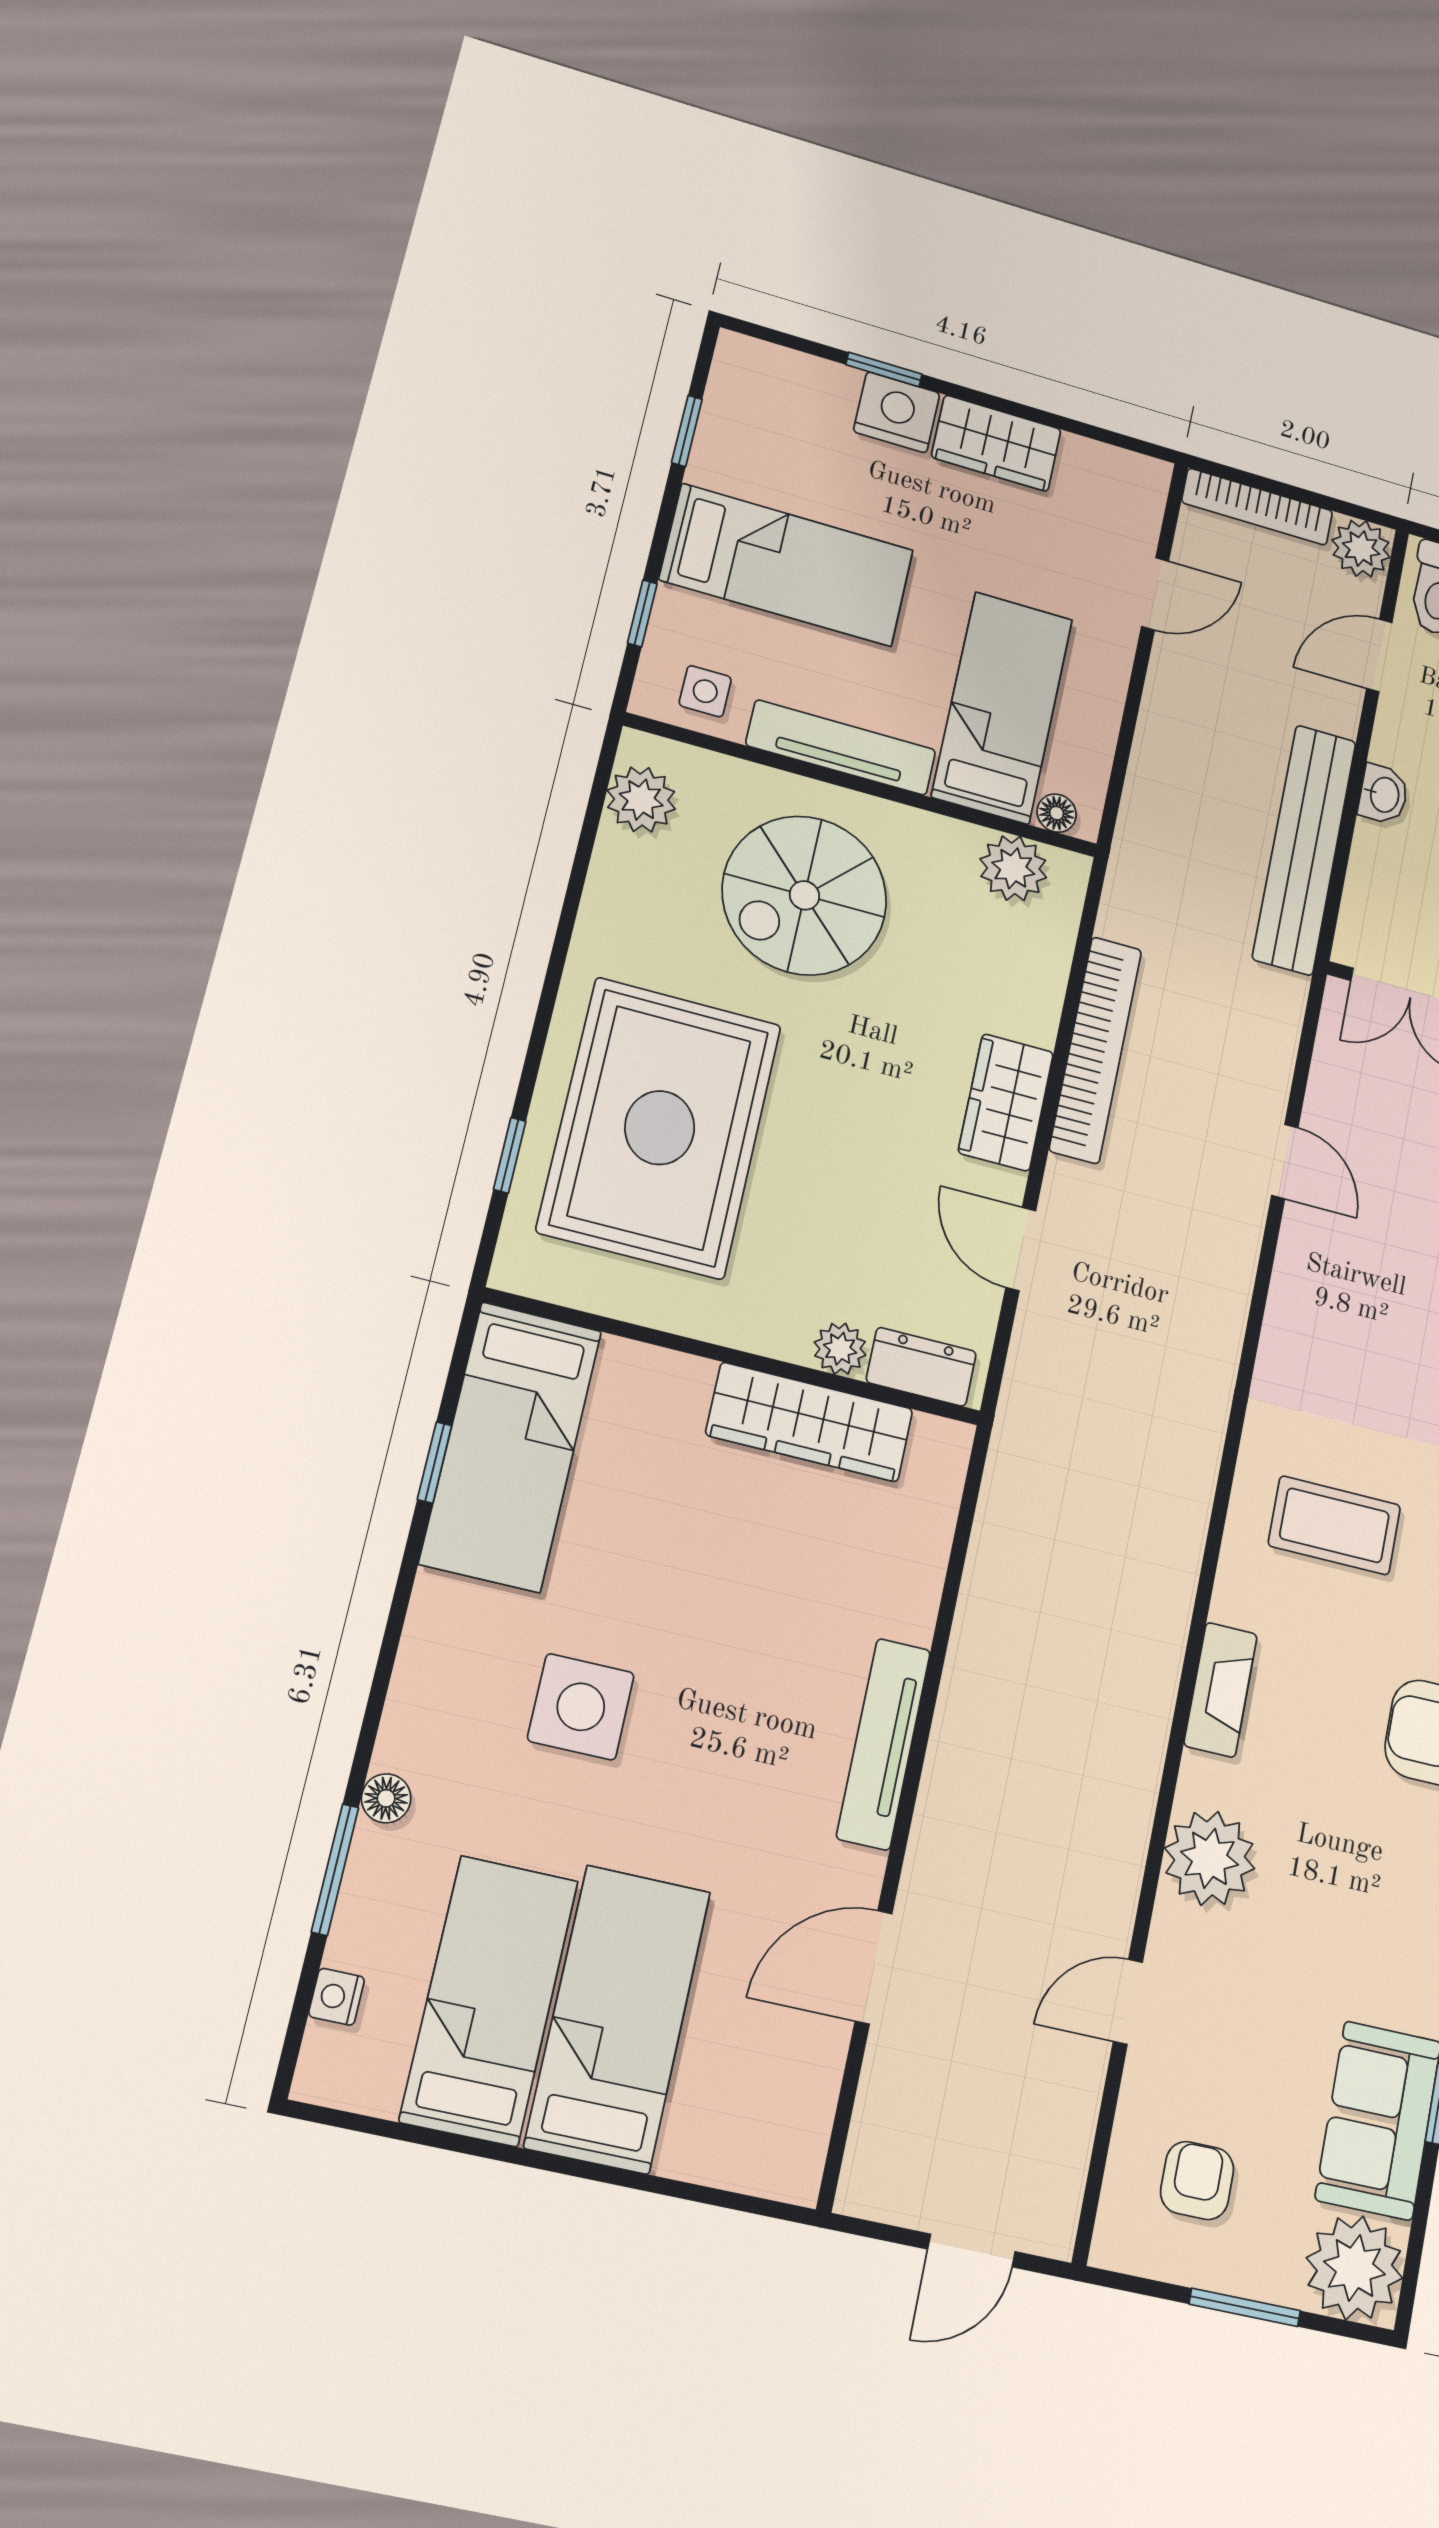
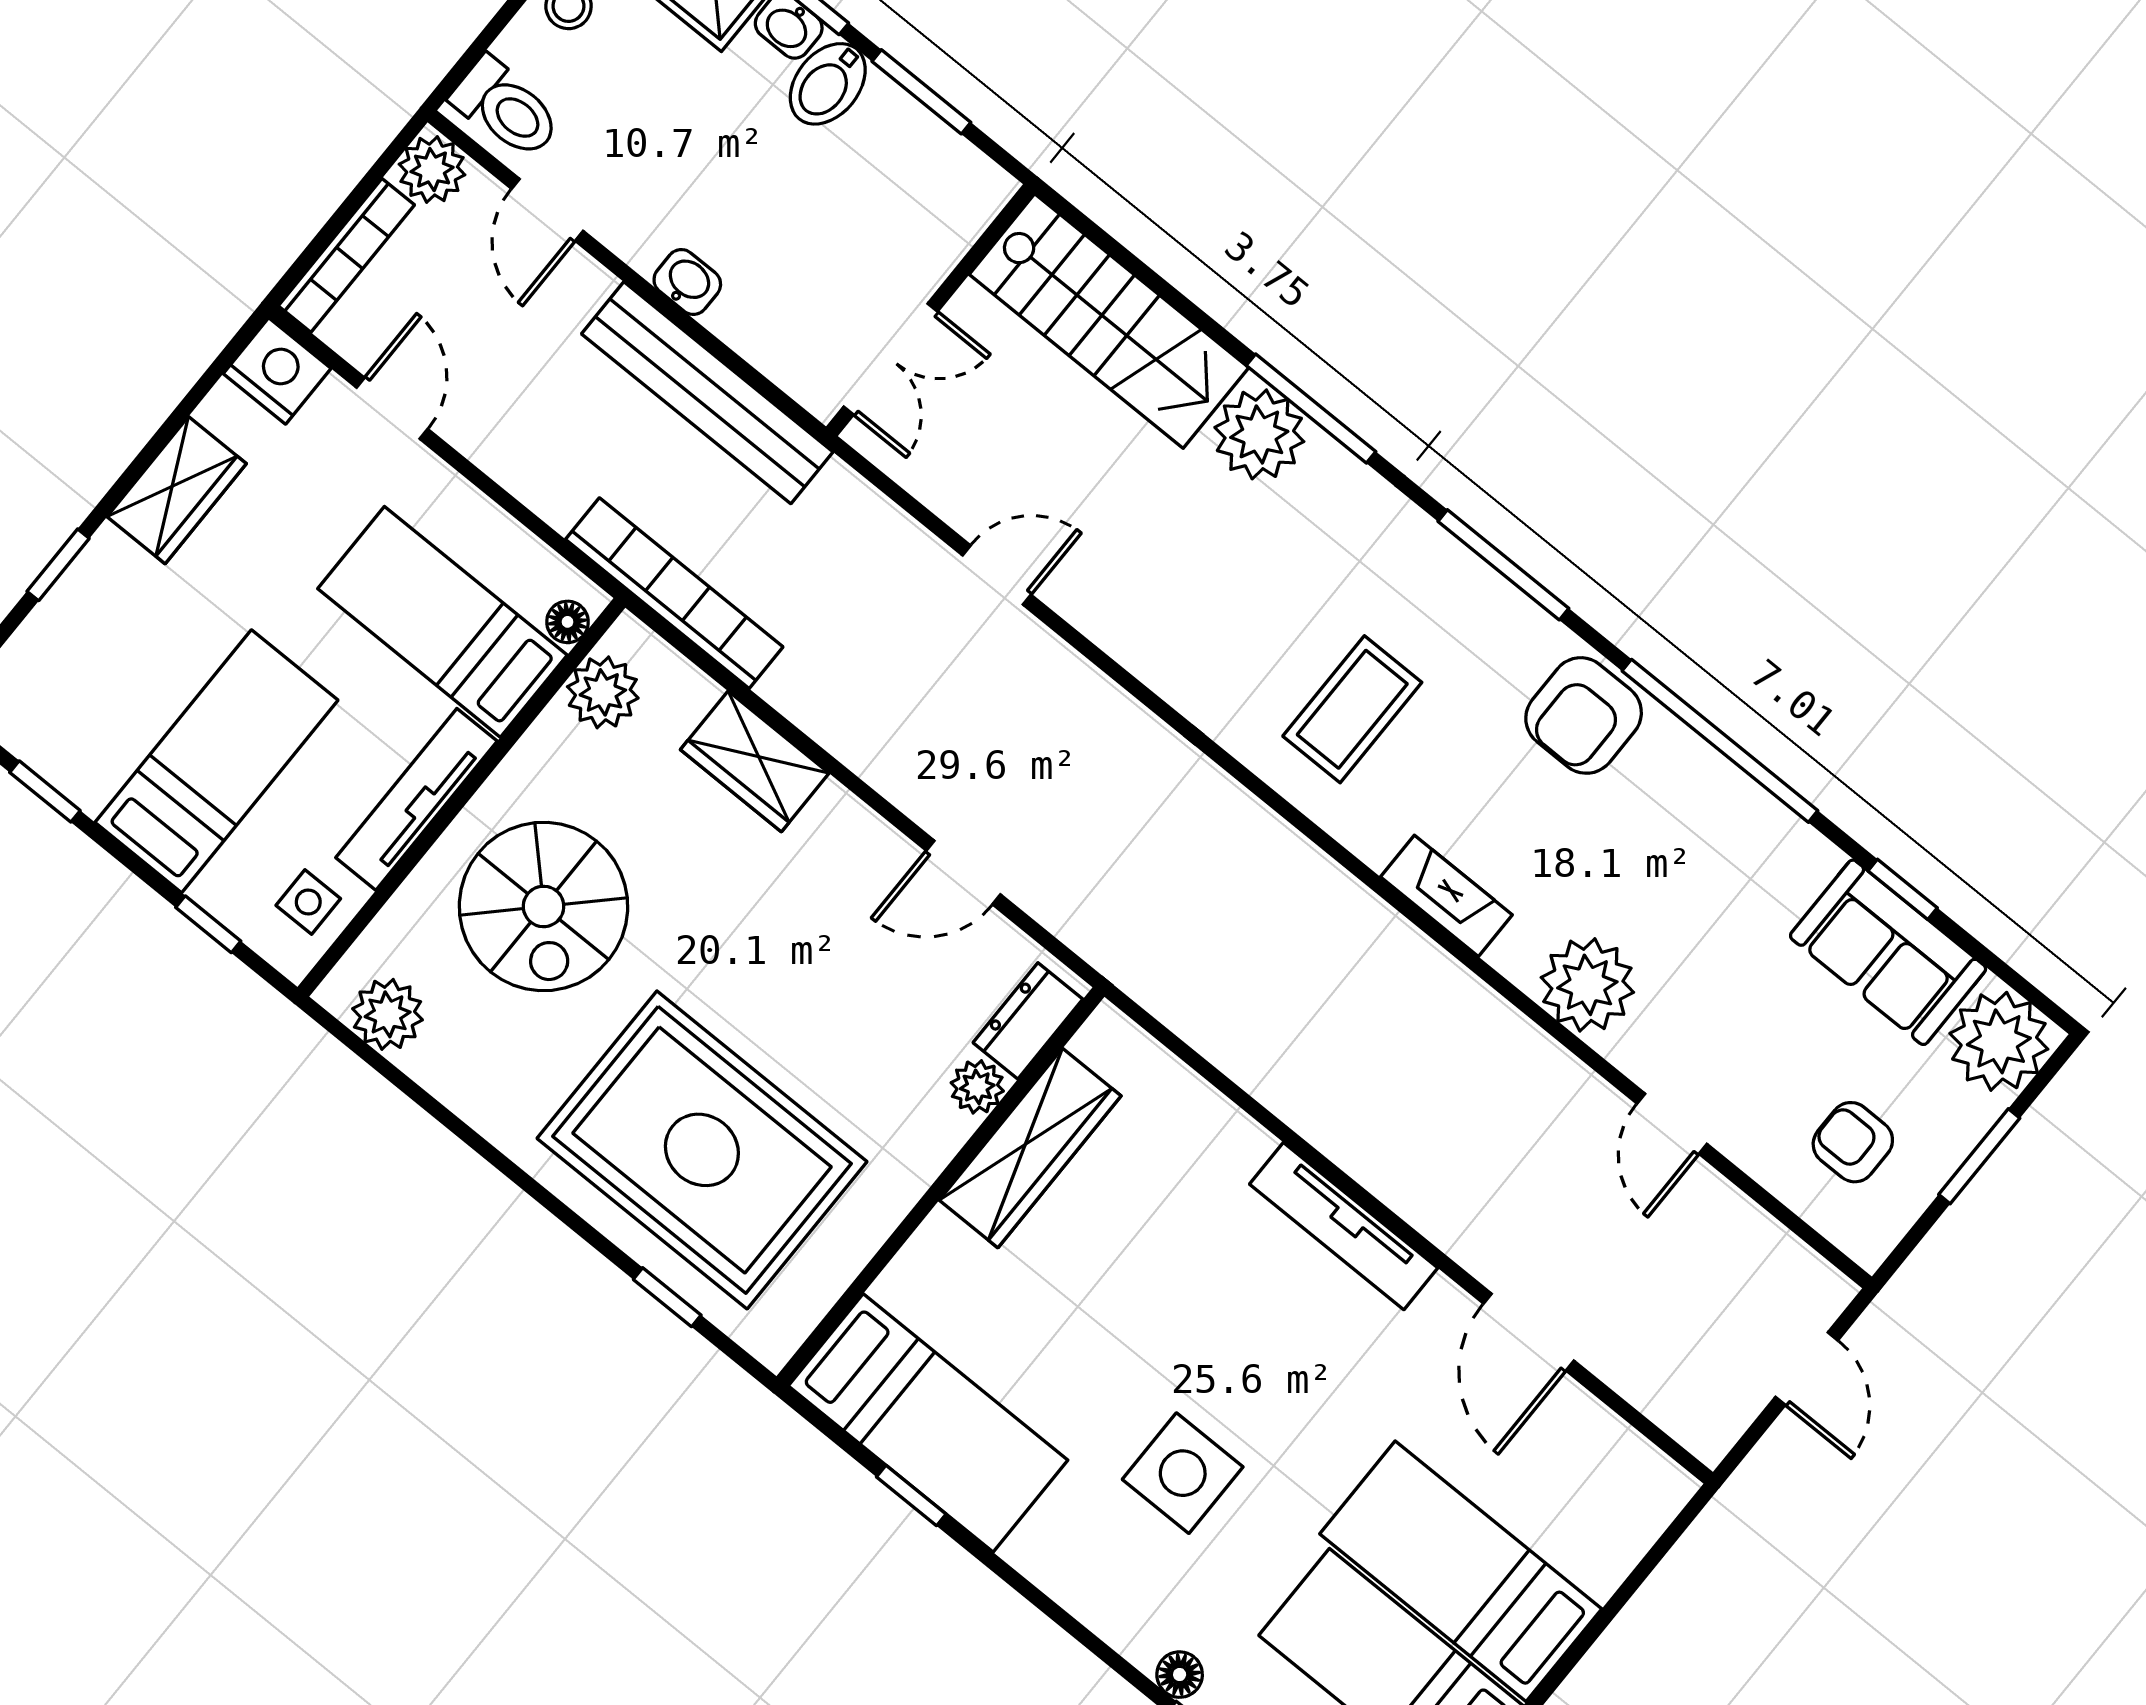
nightstand: (897, 412) -> (277, 371), moved, turned 90
bookcase: (1095, 1050) -> (674, 593), moved
wardrobe: (1006, 1102) -> (755, 761), moved

